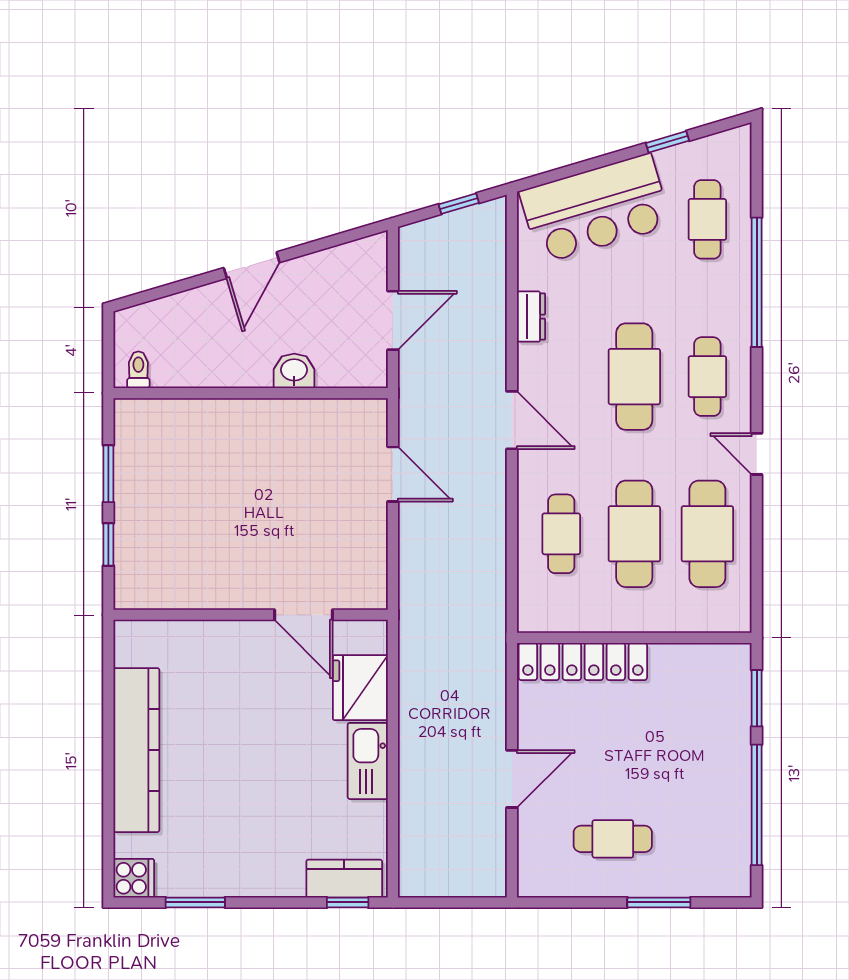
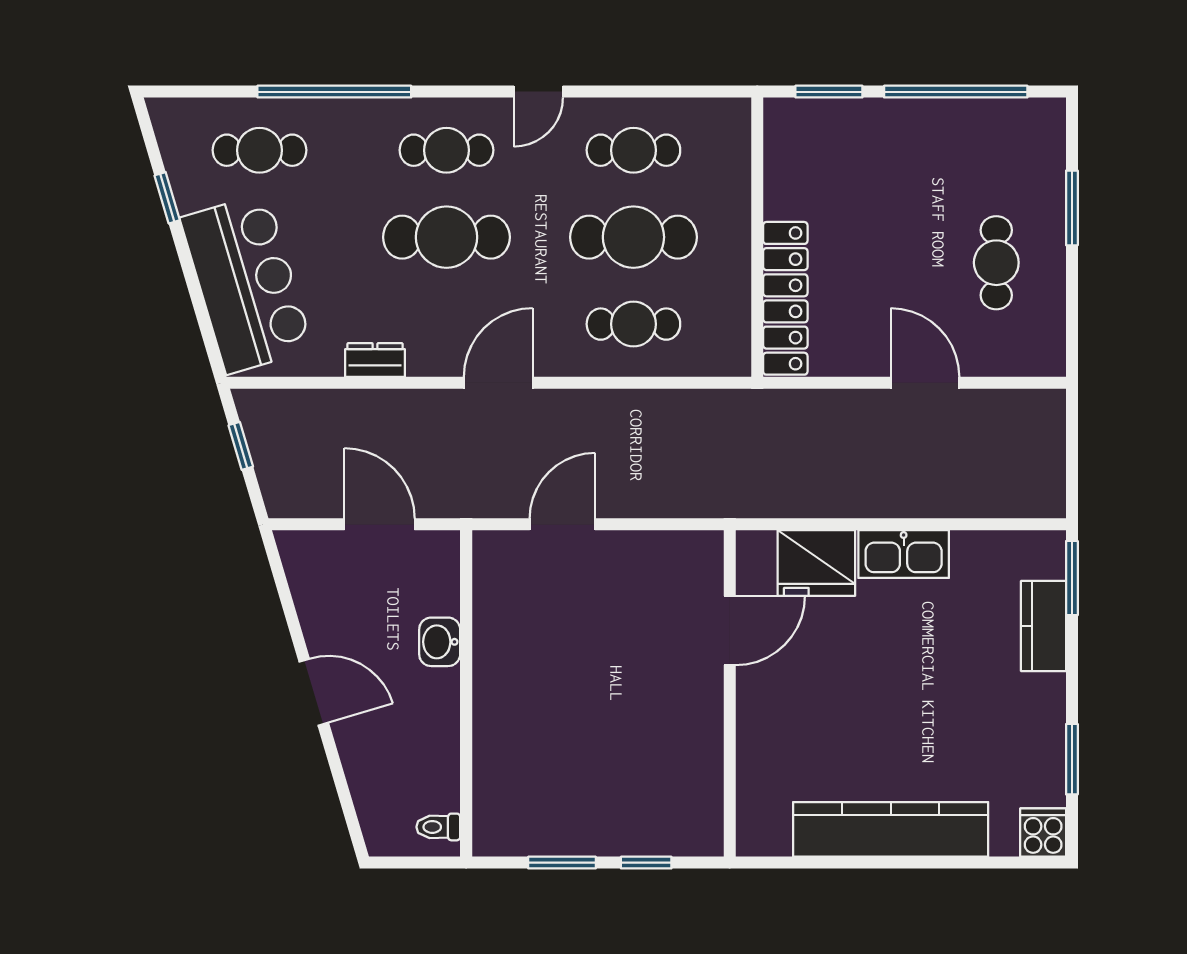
cafe table: (707, 534) -> (633, 150), width x0.73, depth x0.74
kitchen counter: (344, 879) -> (1043, 626), moved
window: (348, 902) -> (1072, 578), width x1.50

